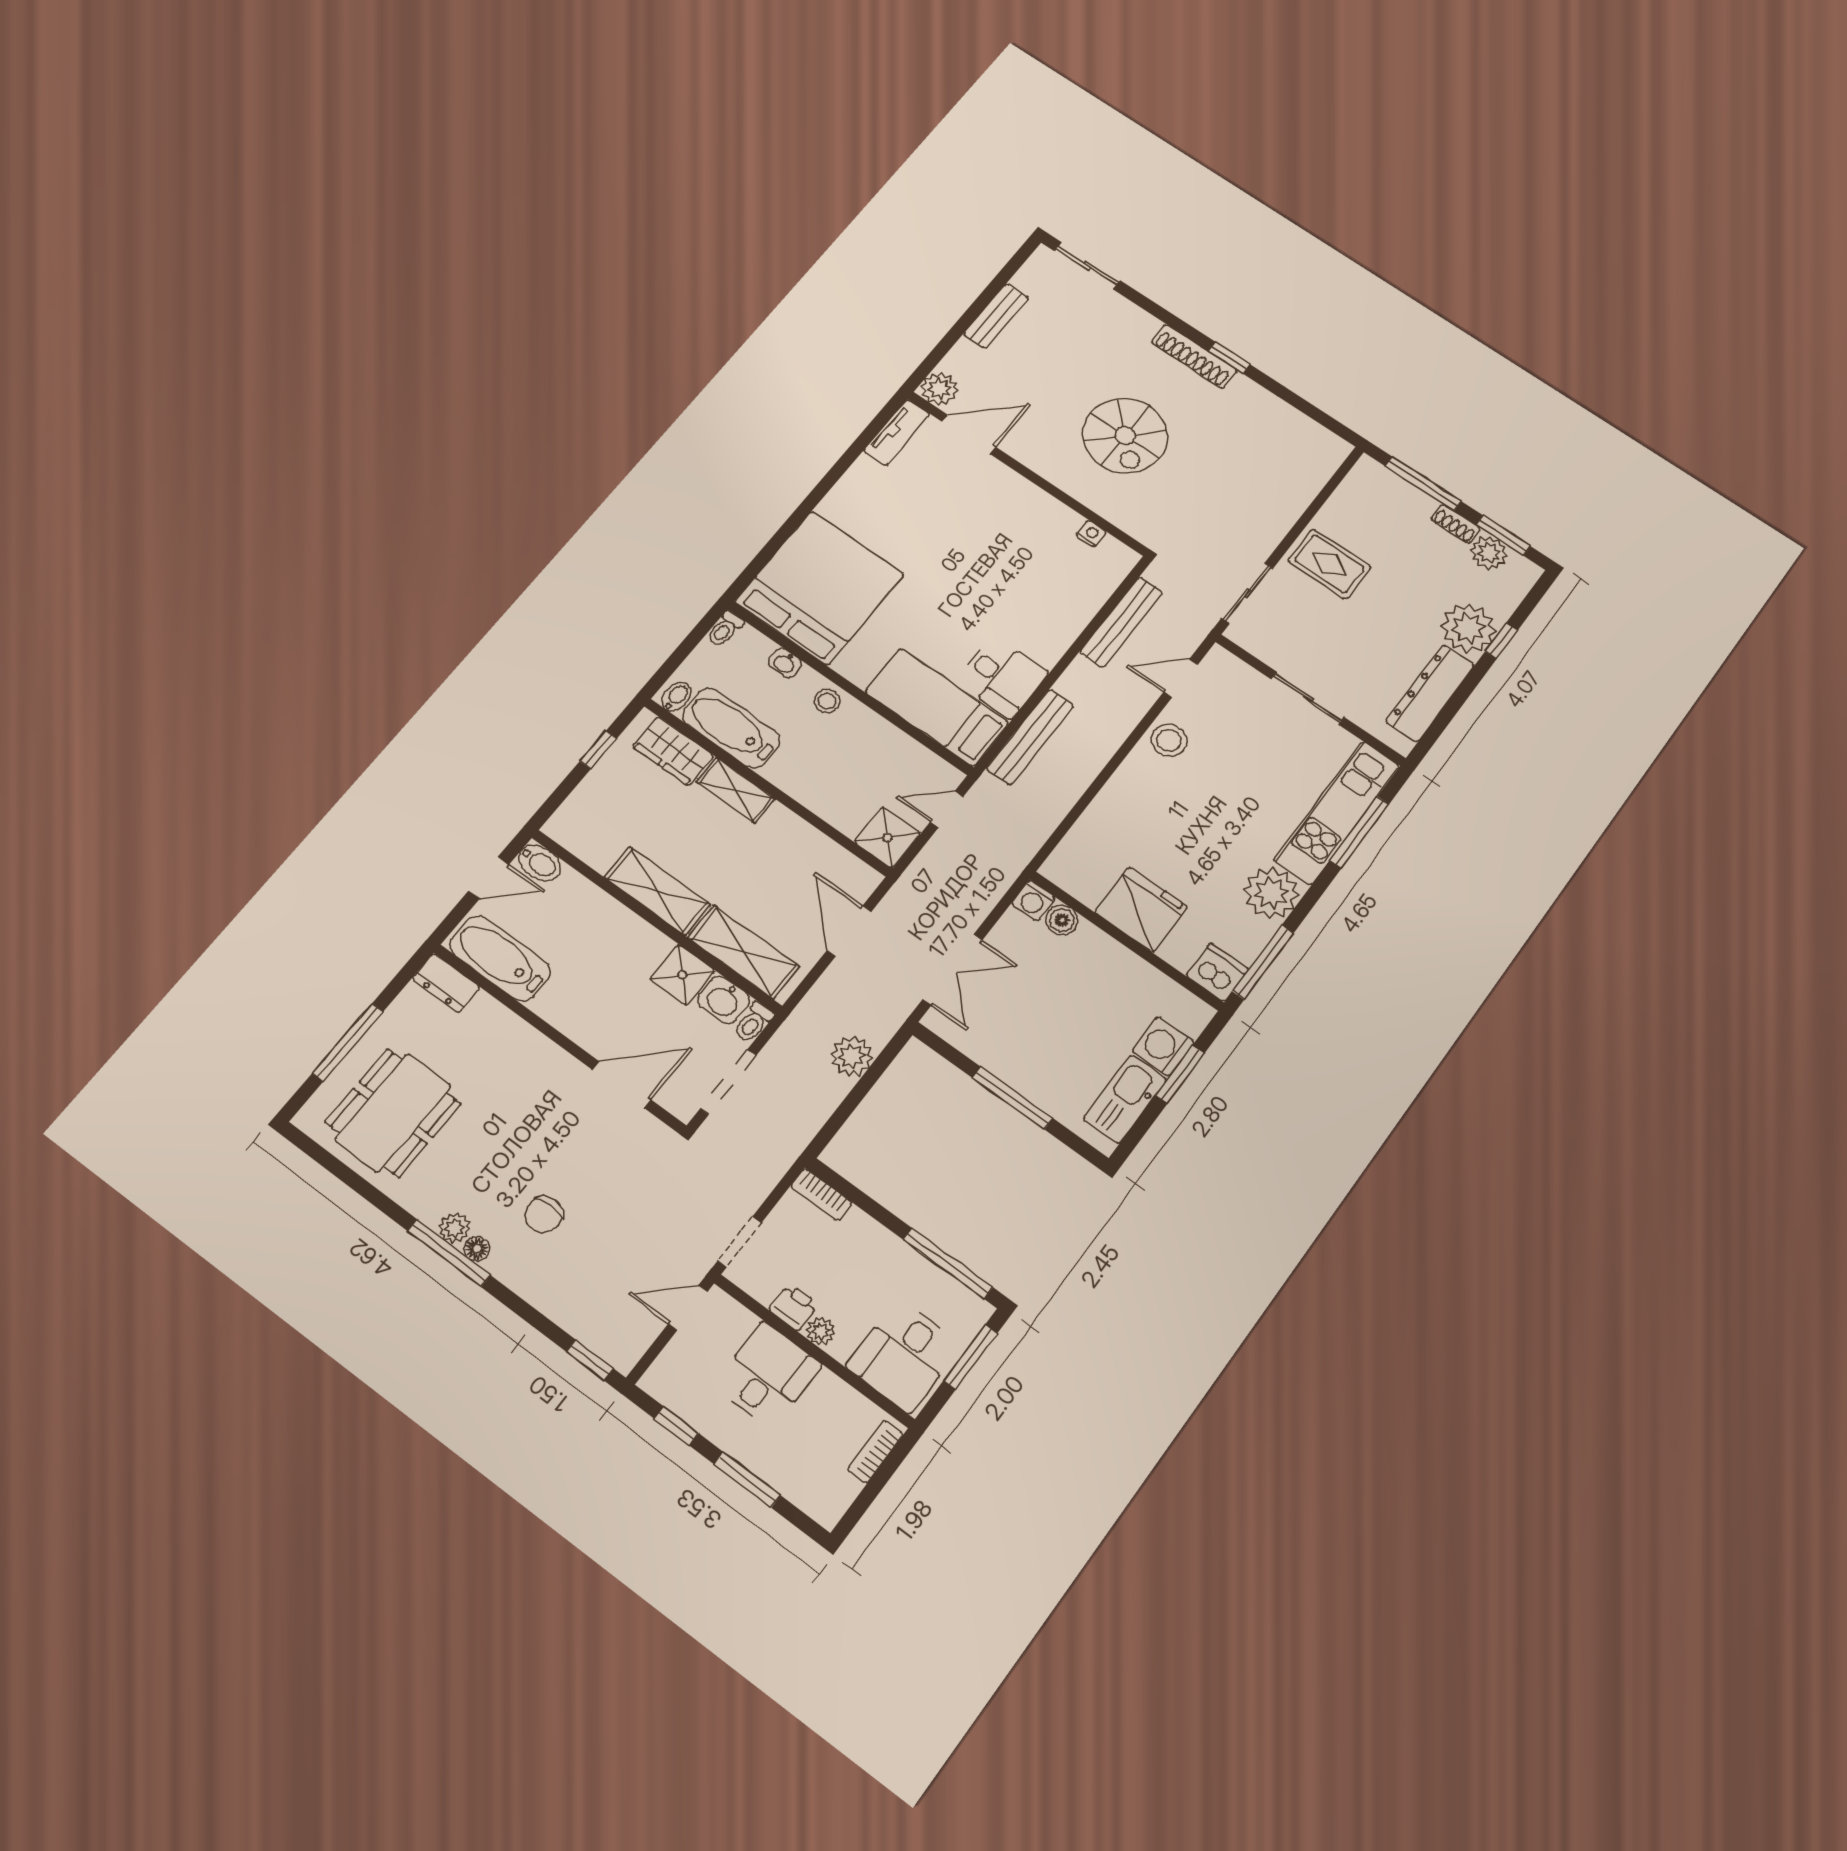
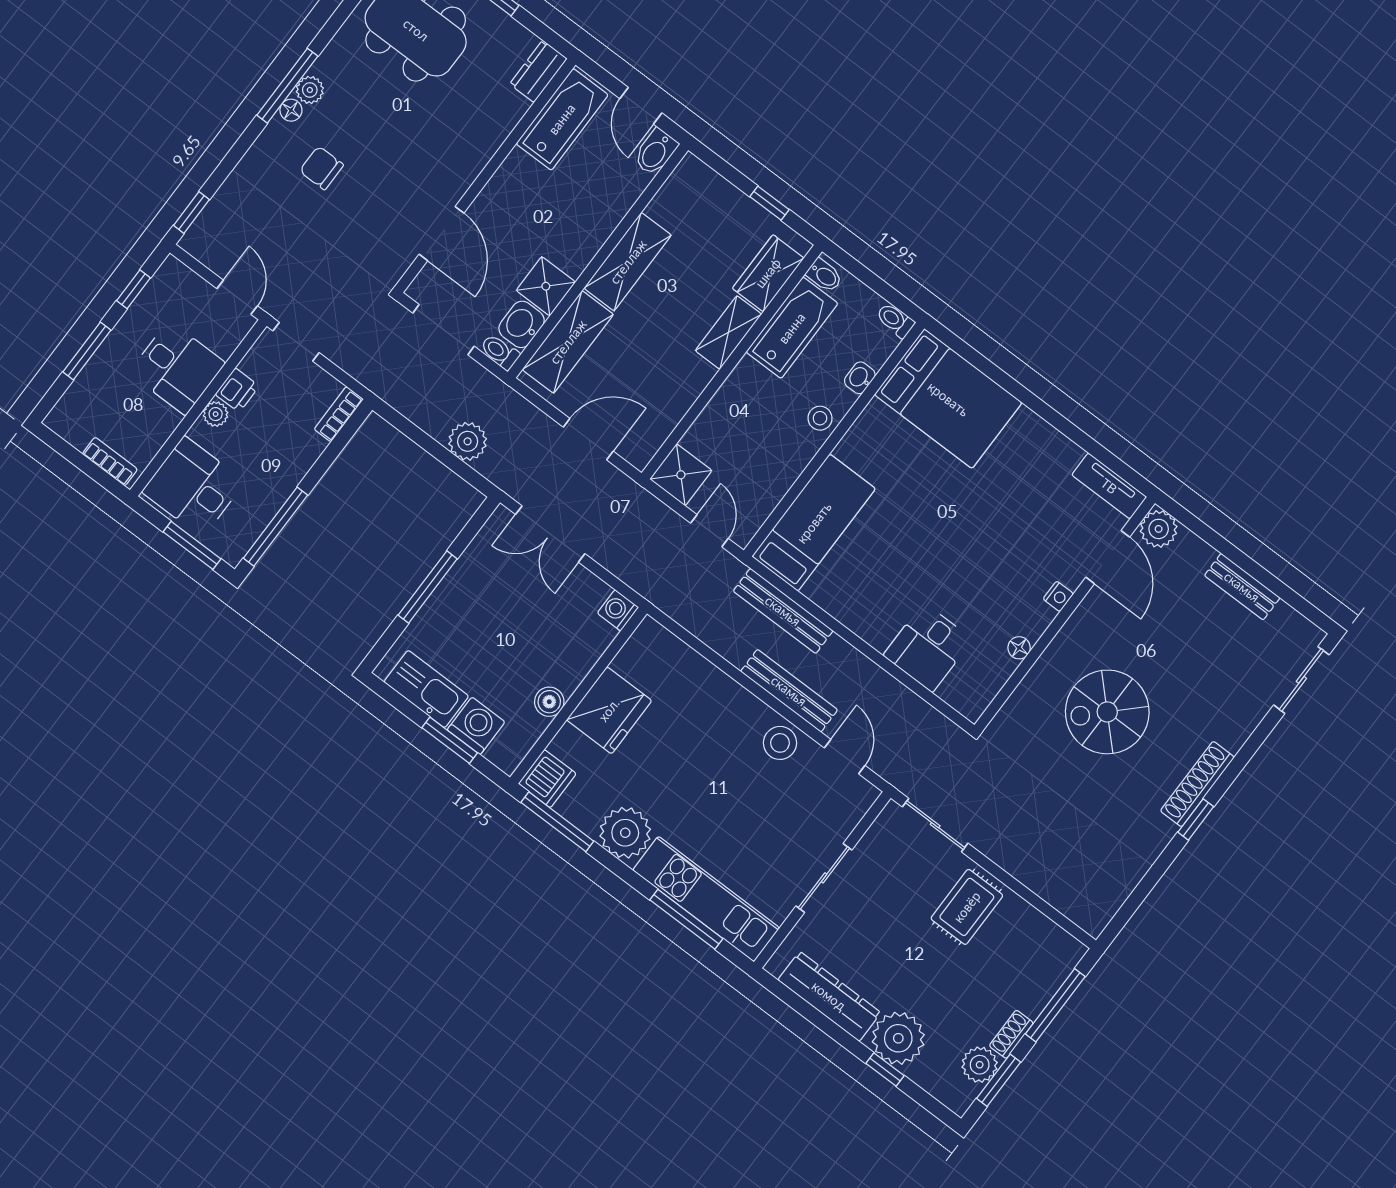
floor lamp: (1063, 515) -> (1019, 648), added
nightstand: (1091, 534) -> (1058, 596), moved
bed: (819, 588) -> (948, 399), width x0.73
bench: (1121, 622) -> (789, 691), moved
desk: (1002, 677) -> (928, 647), moved
boiler: (1062, 920) -> (549, 702), moved

